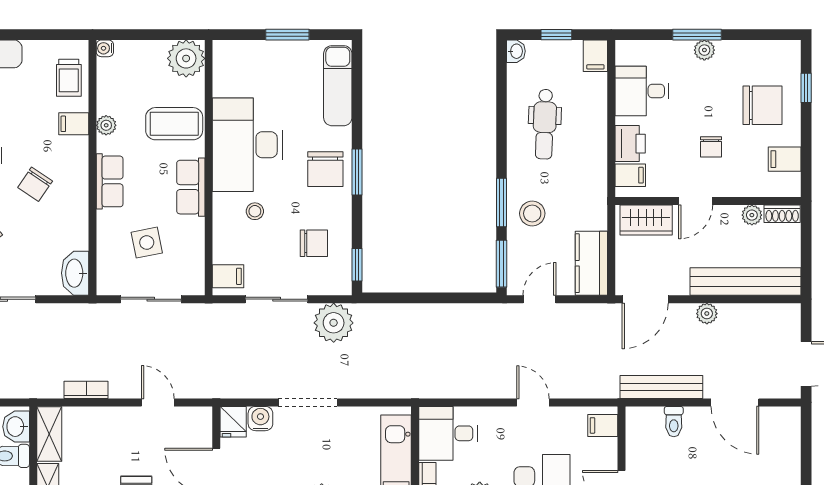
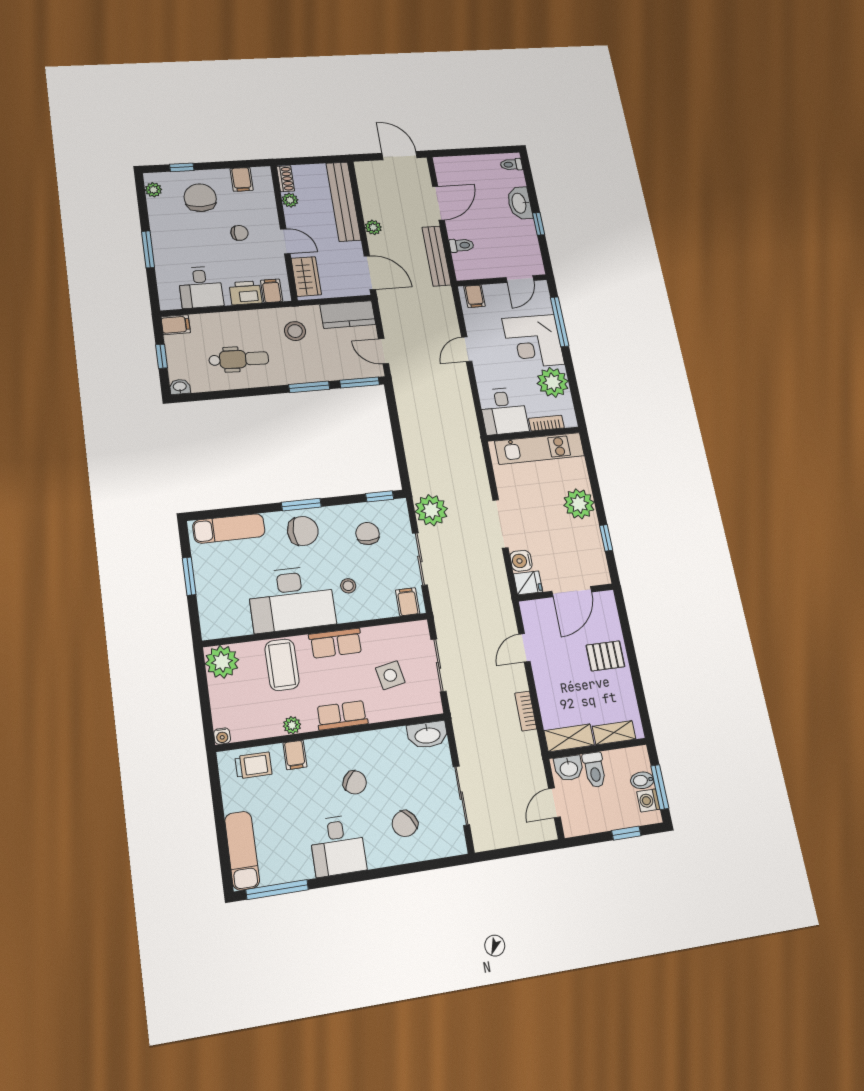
plant: (704, 50) -> (153, 190), moved
stool: (532, 213) -> (295, 331), moved

